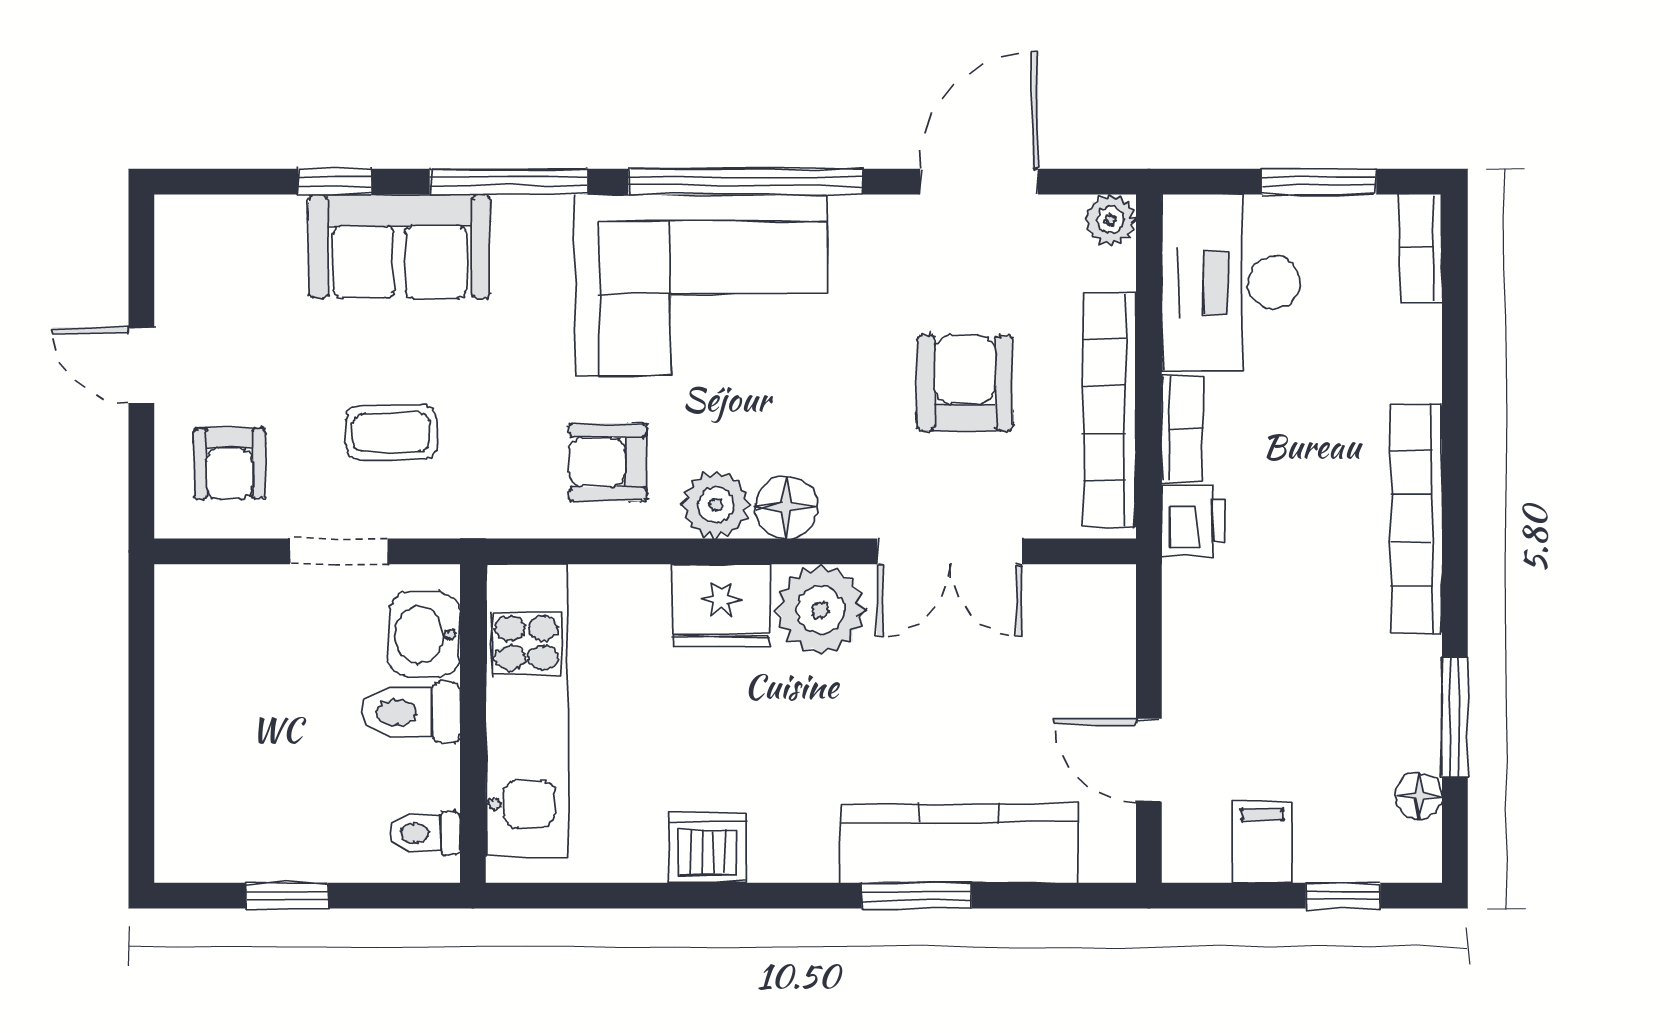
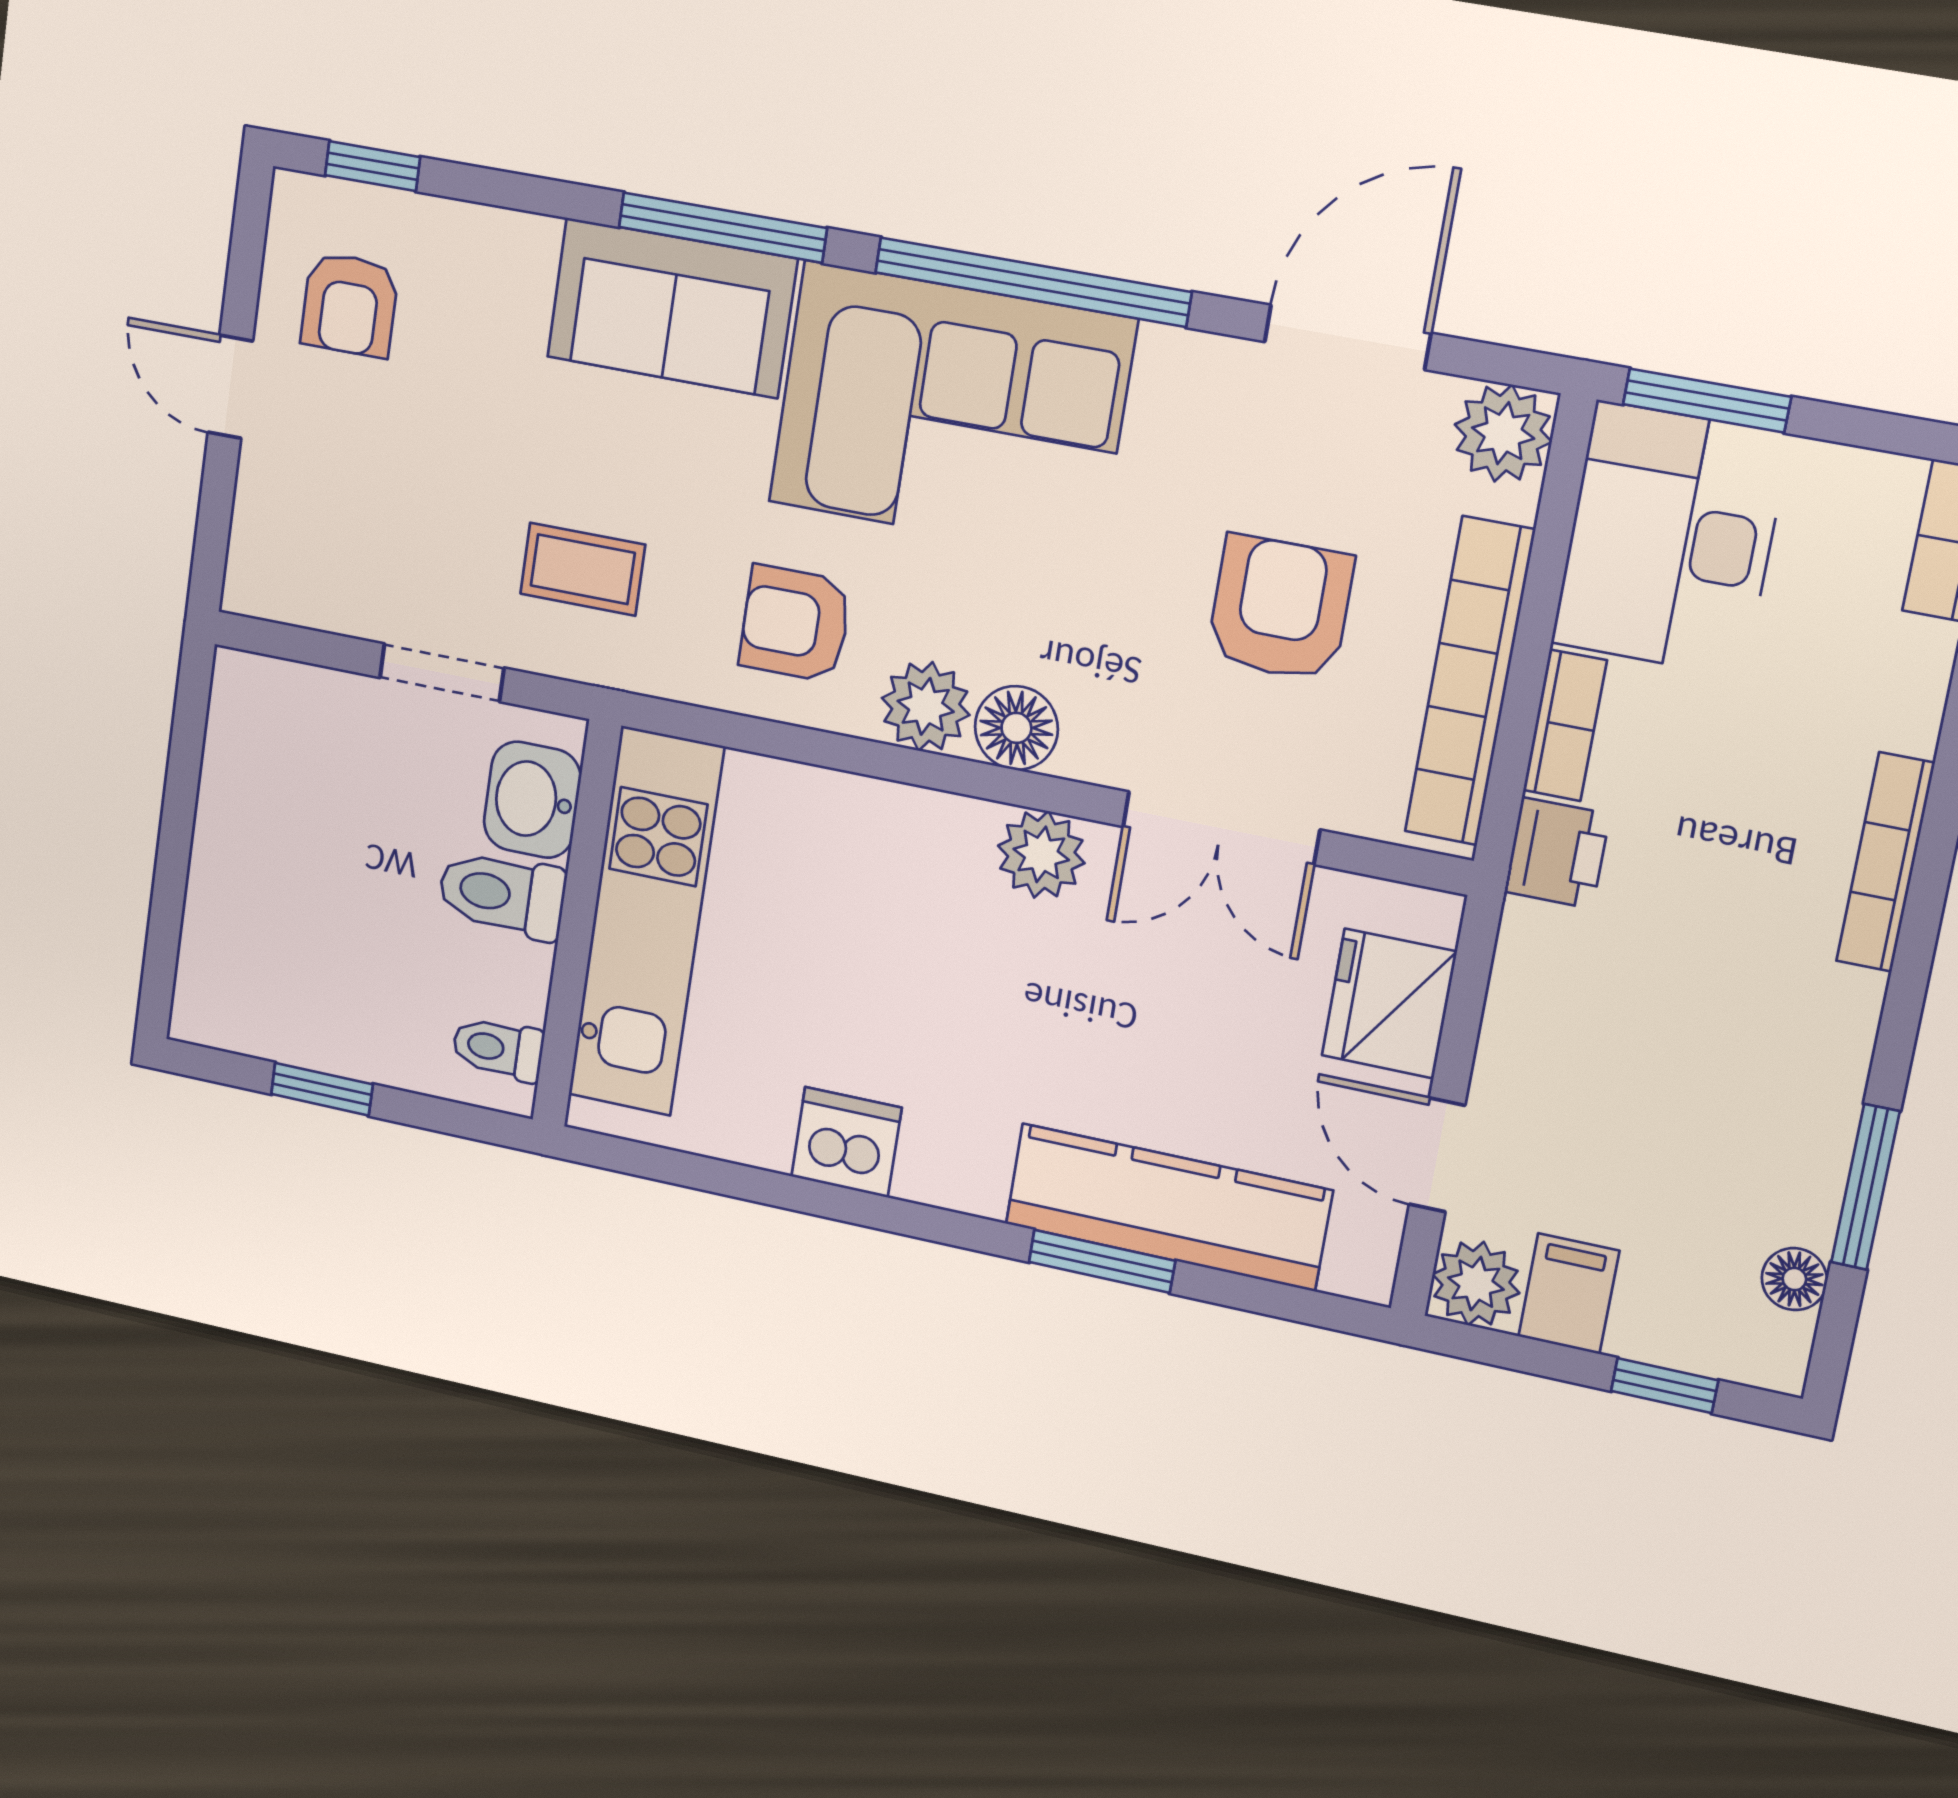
window: (335, 182) -> (373, 166), moved
window: (1319, 182) -> (1707, 400), moved
plant: (1111, 220) -> (1503, 433), width x1.38, depth x1.38
sofa: (399, 246) -> (672, 308), moved
coffee table: (391, 432) -> (583, 569), moved
armchair: (229, 464) -> (349, 305), moved
bookcase: (1416, 518) -> (1885, 862), width x0.68, depth x0.76
fridge: (721, 606) -> (1389, 1004), moved, turned 90
plant: (820, 610) -> (1041, 854), width x0.73, depth x0.73
plant: (1194, 850) -> (1476, 1284), added

